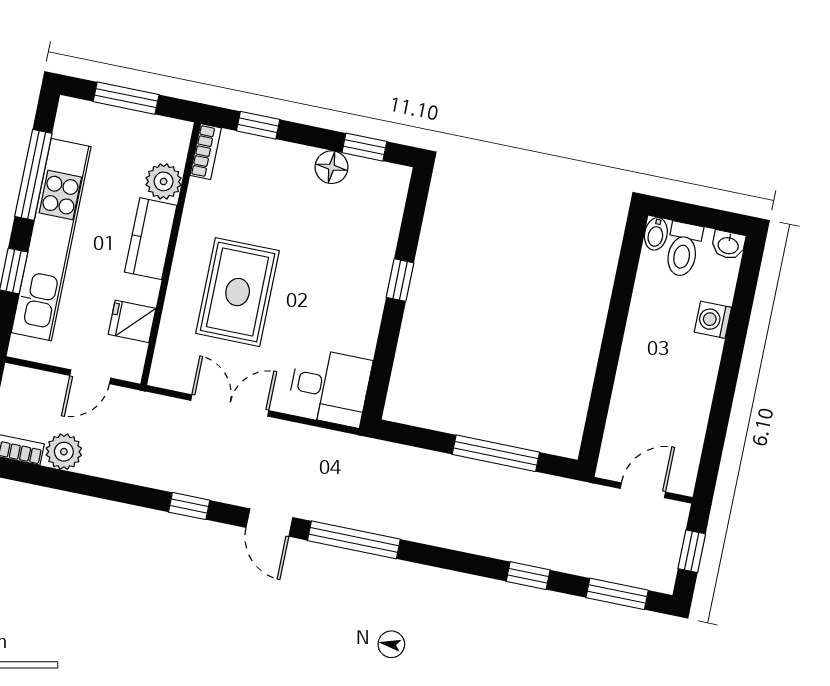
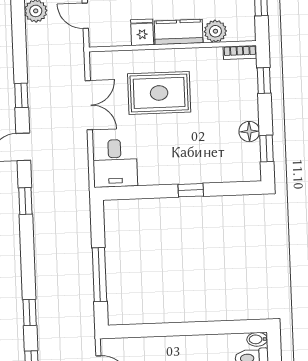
fridge: (132, 321) -> (142, 32), moved
window: (354, 540) -> (25, 201), width x0.46

